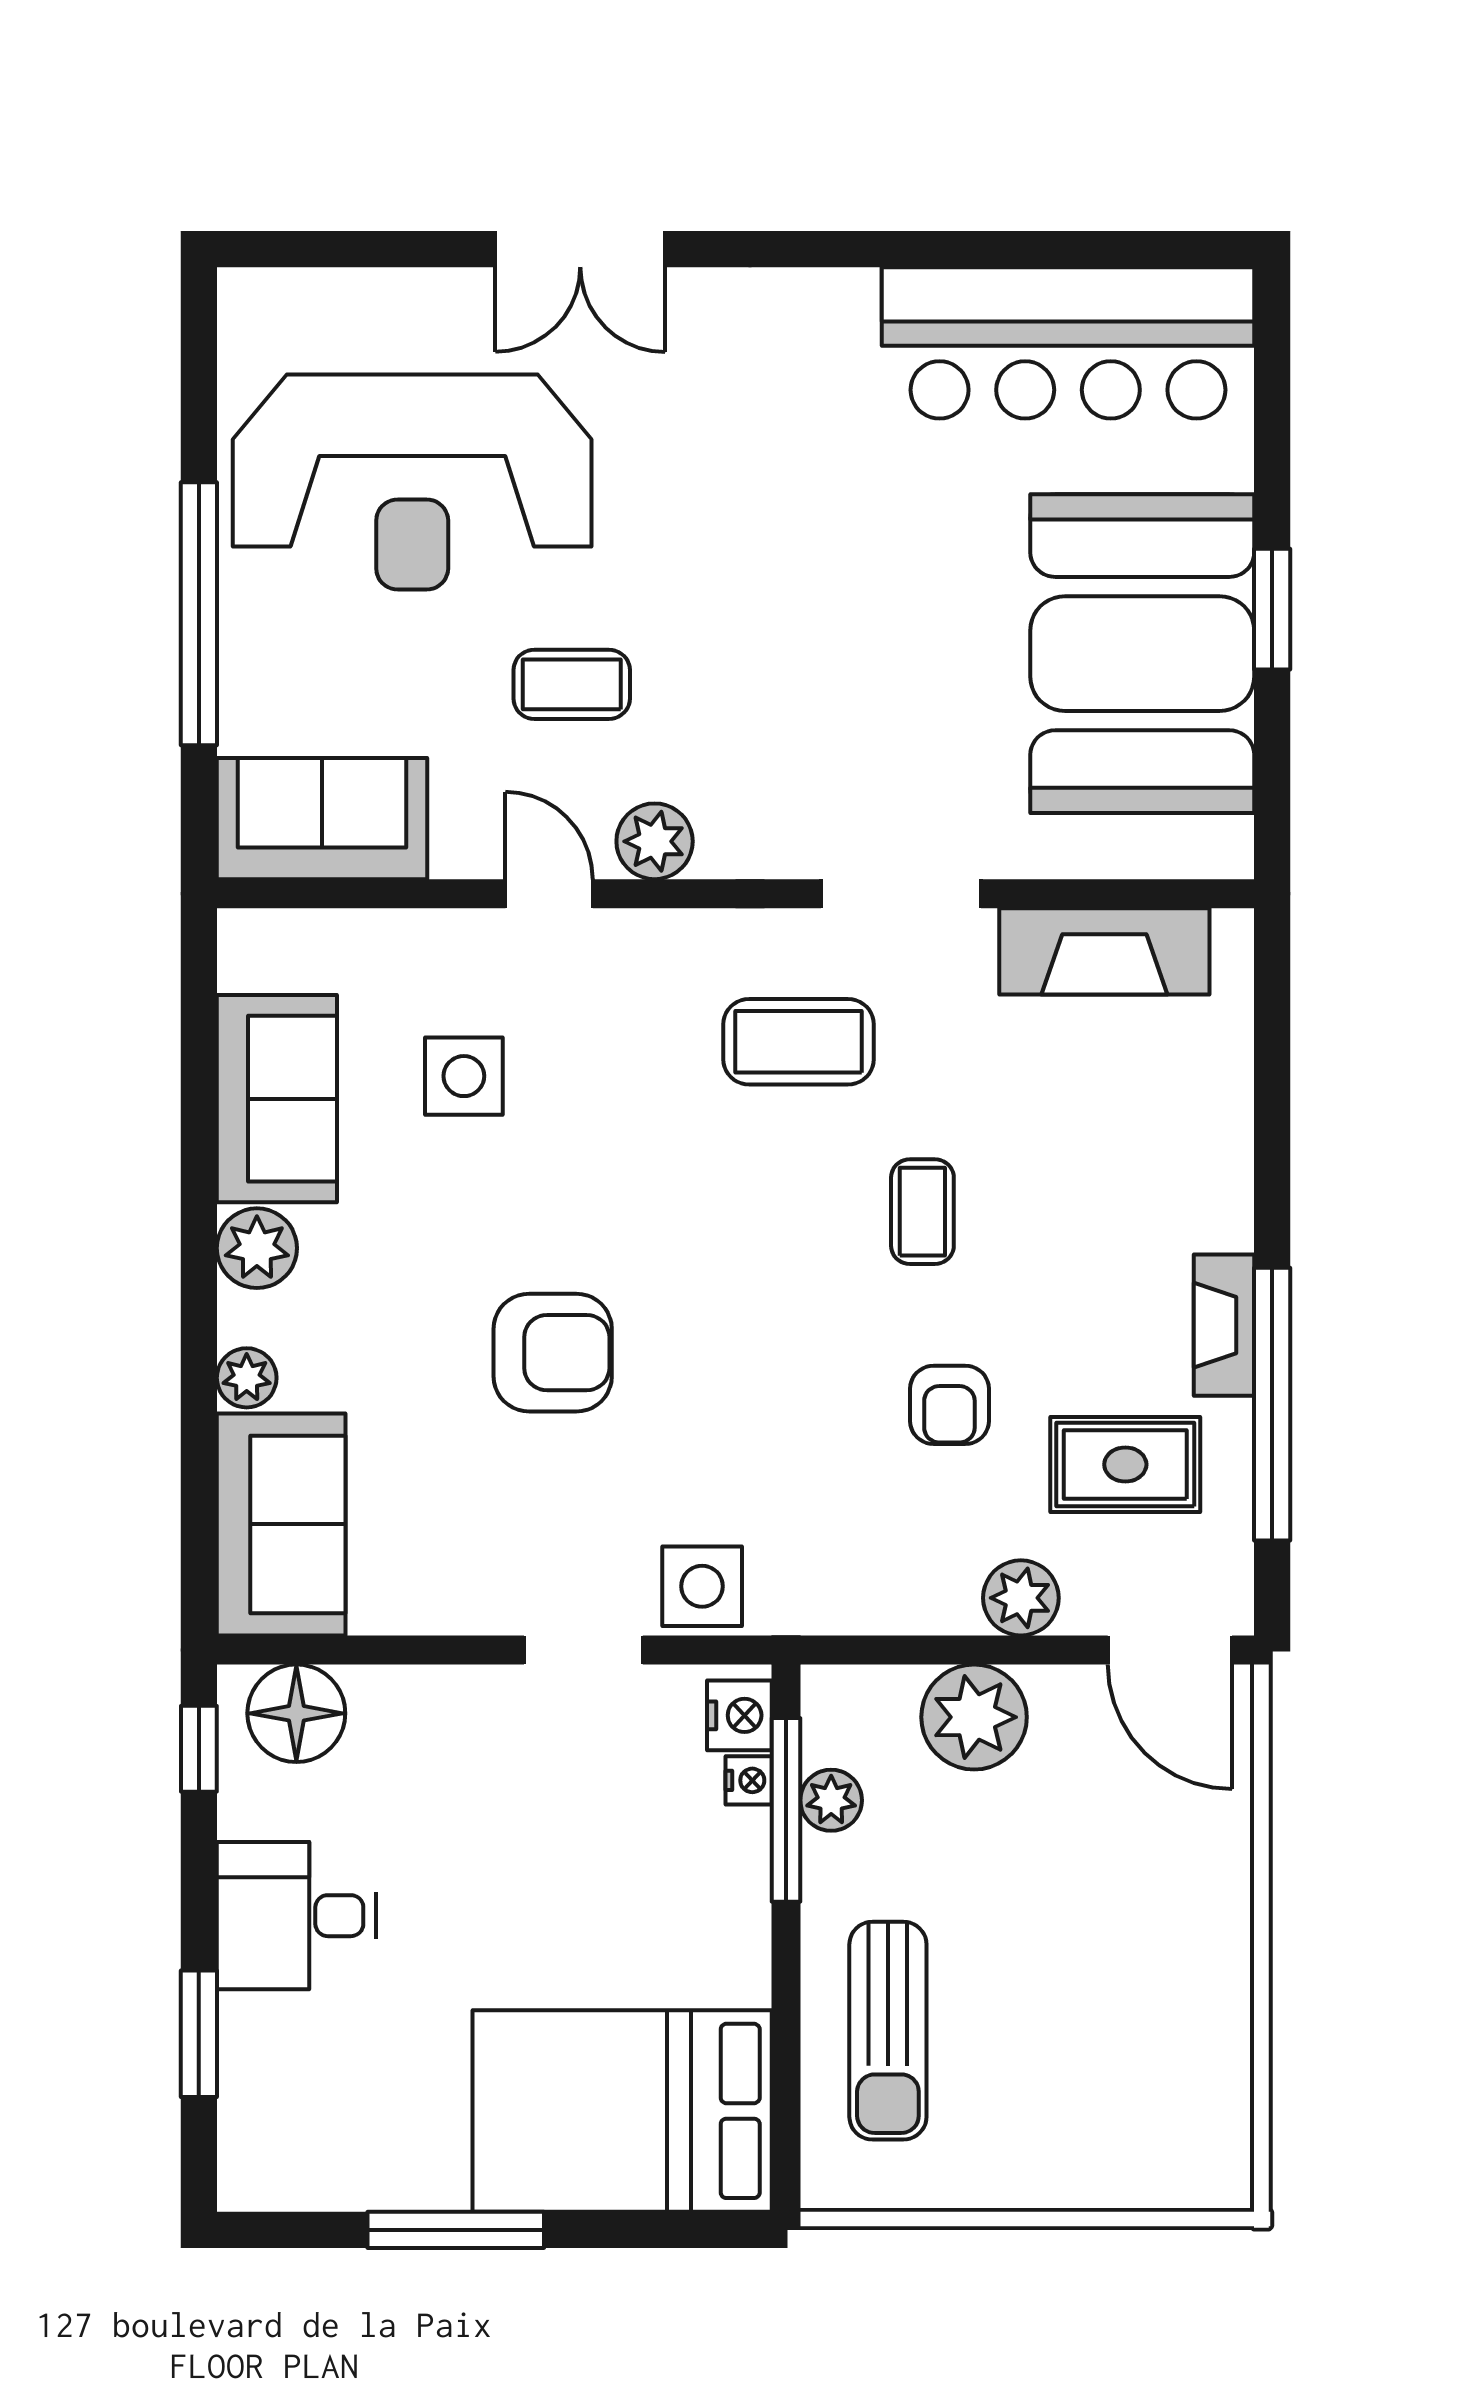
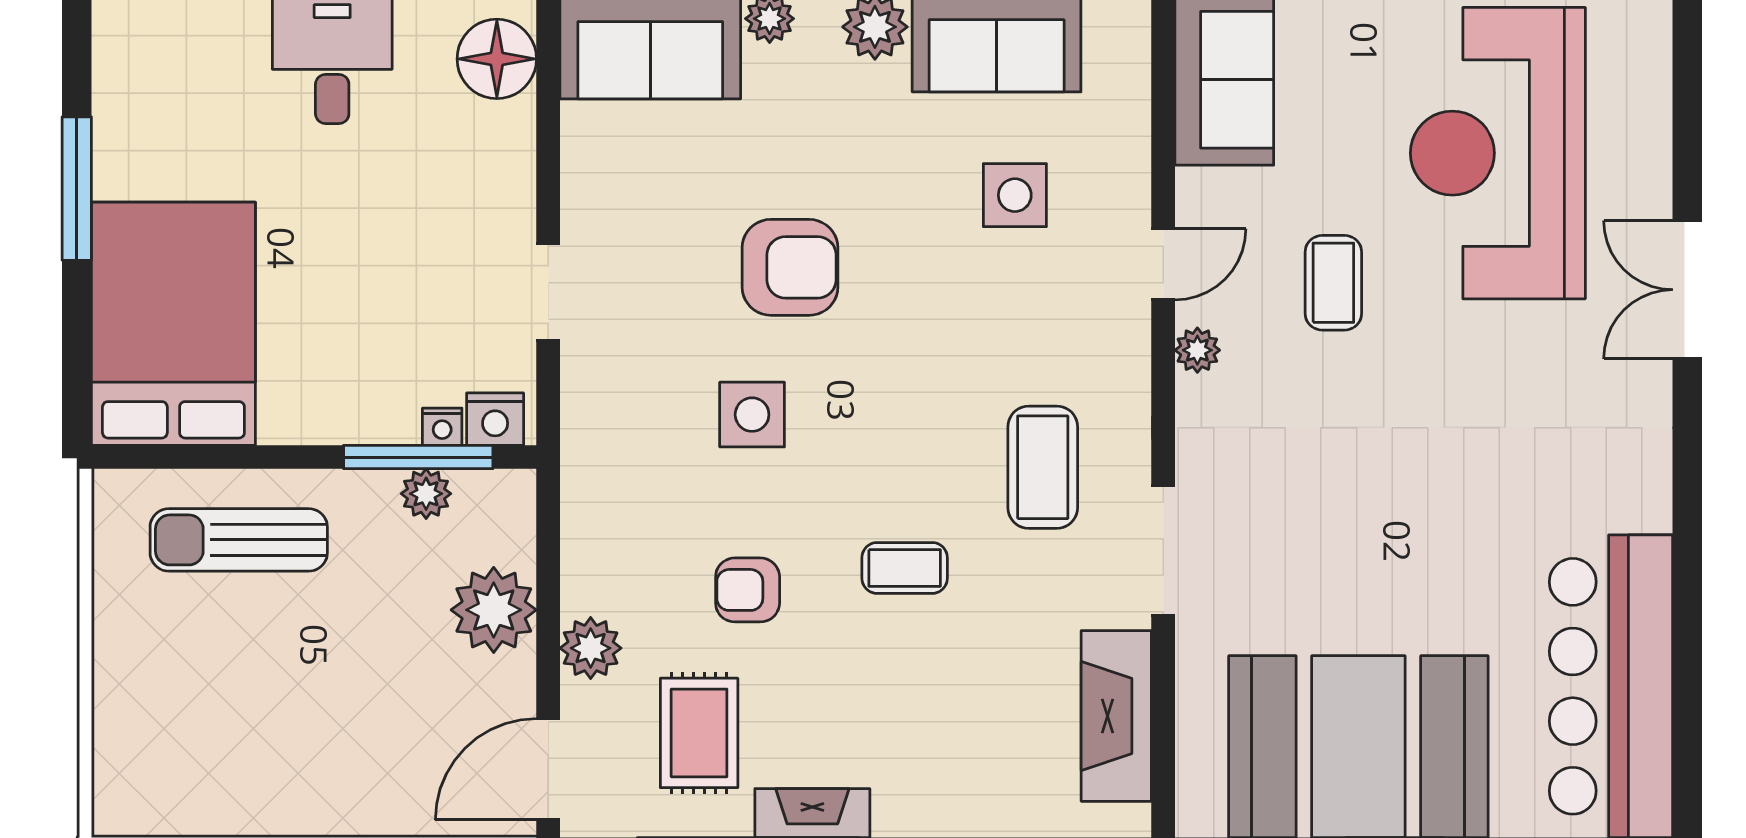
plant: (655, 841) -> (1197, 350), width x0.73, depth x0.73
armchair: (553, 1353) -> (790, 267), turned -90
side table: (702, 1586) -> (752, 415), moved

